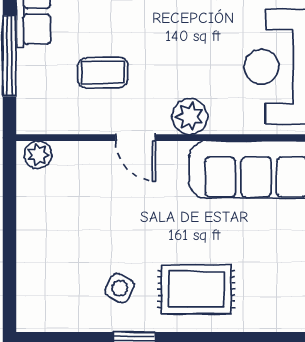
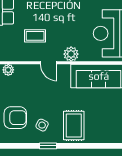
armchair: (55, 270) -> (15, 118), added
rug: (196, 289) -> (74, 126), turned 90

